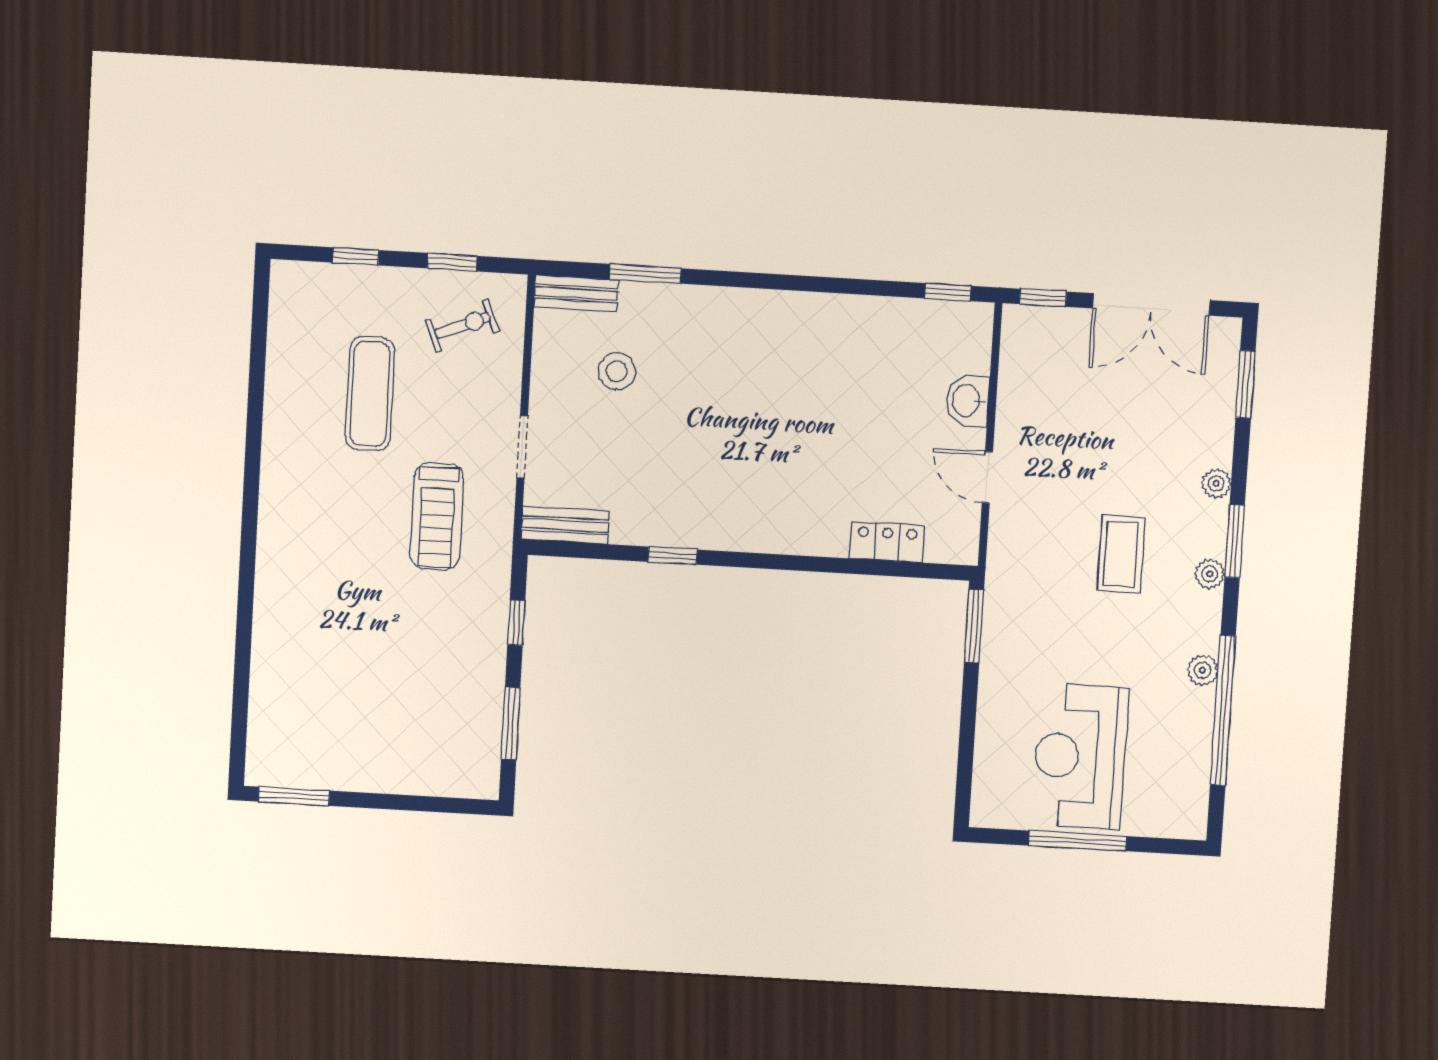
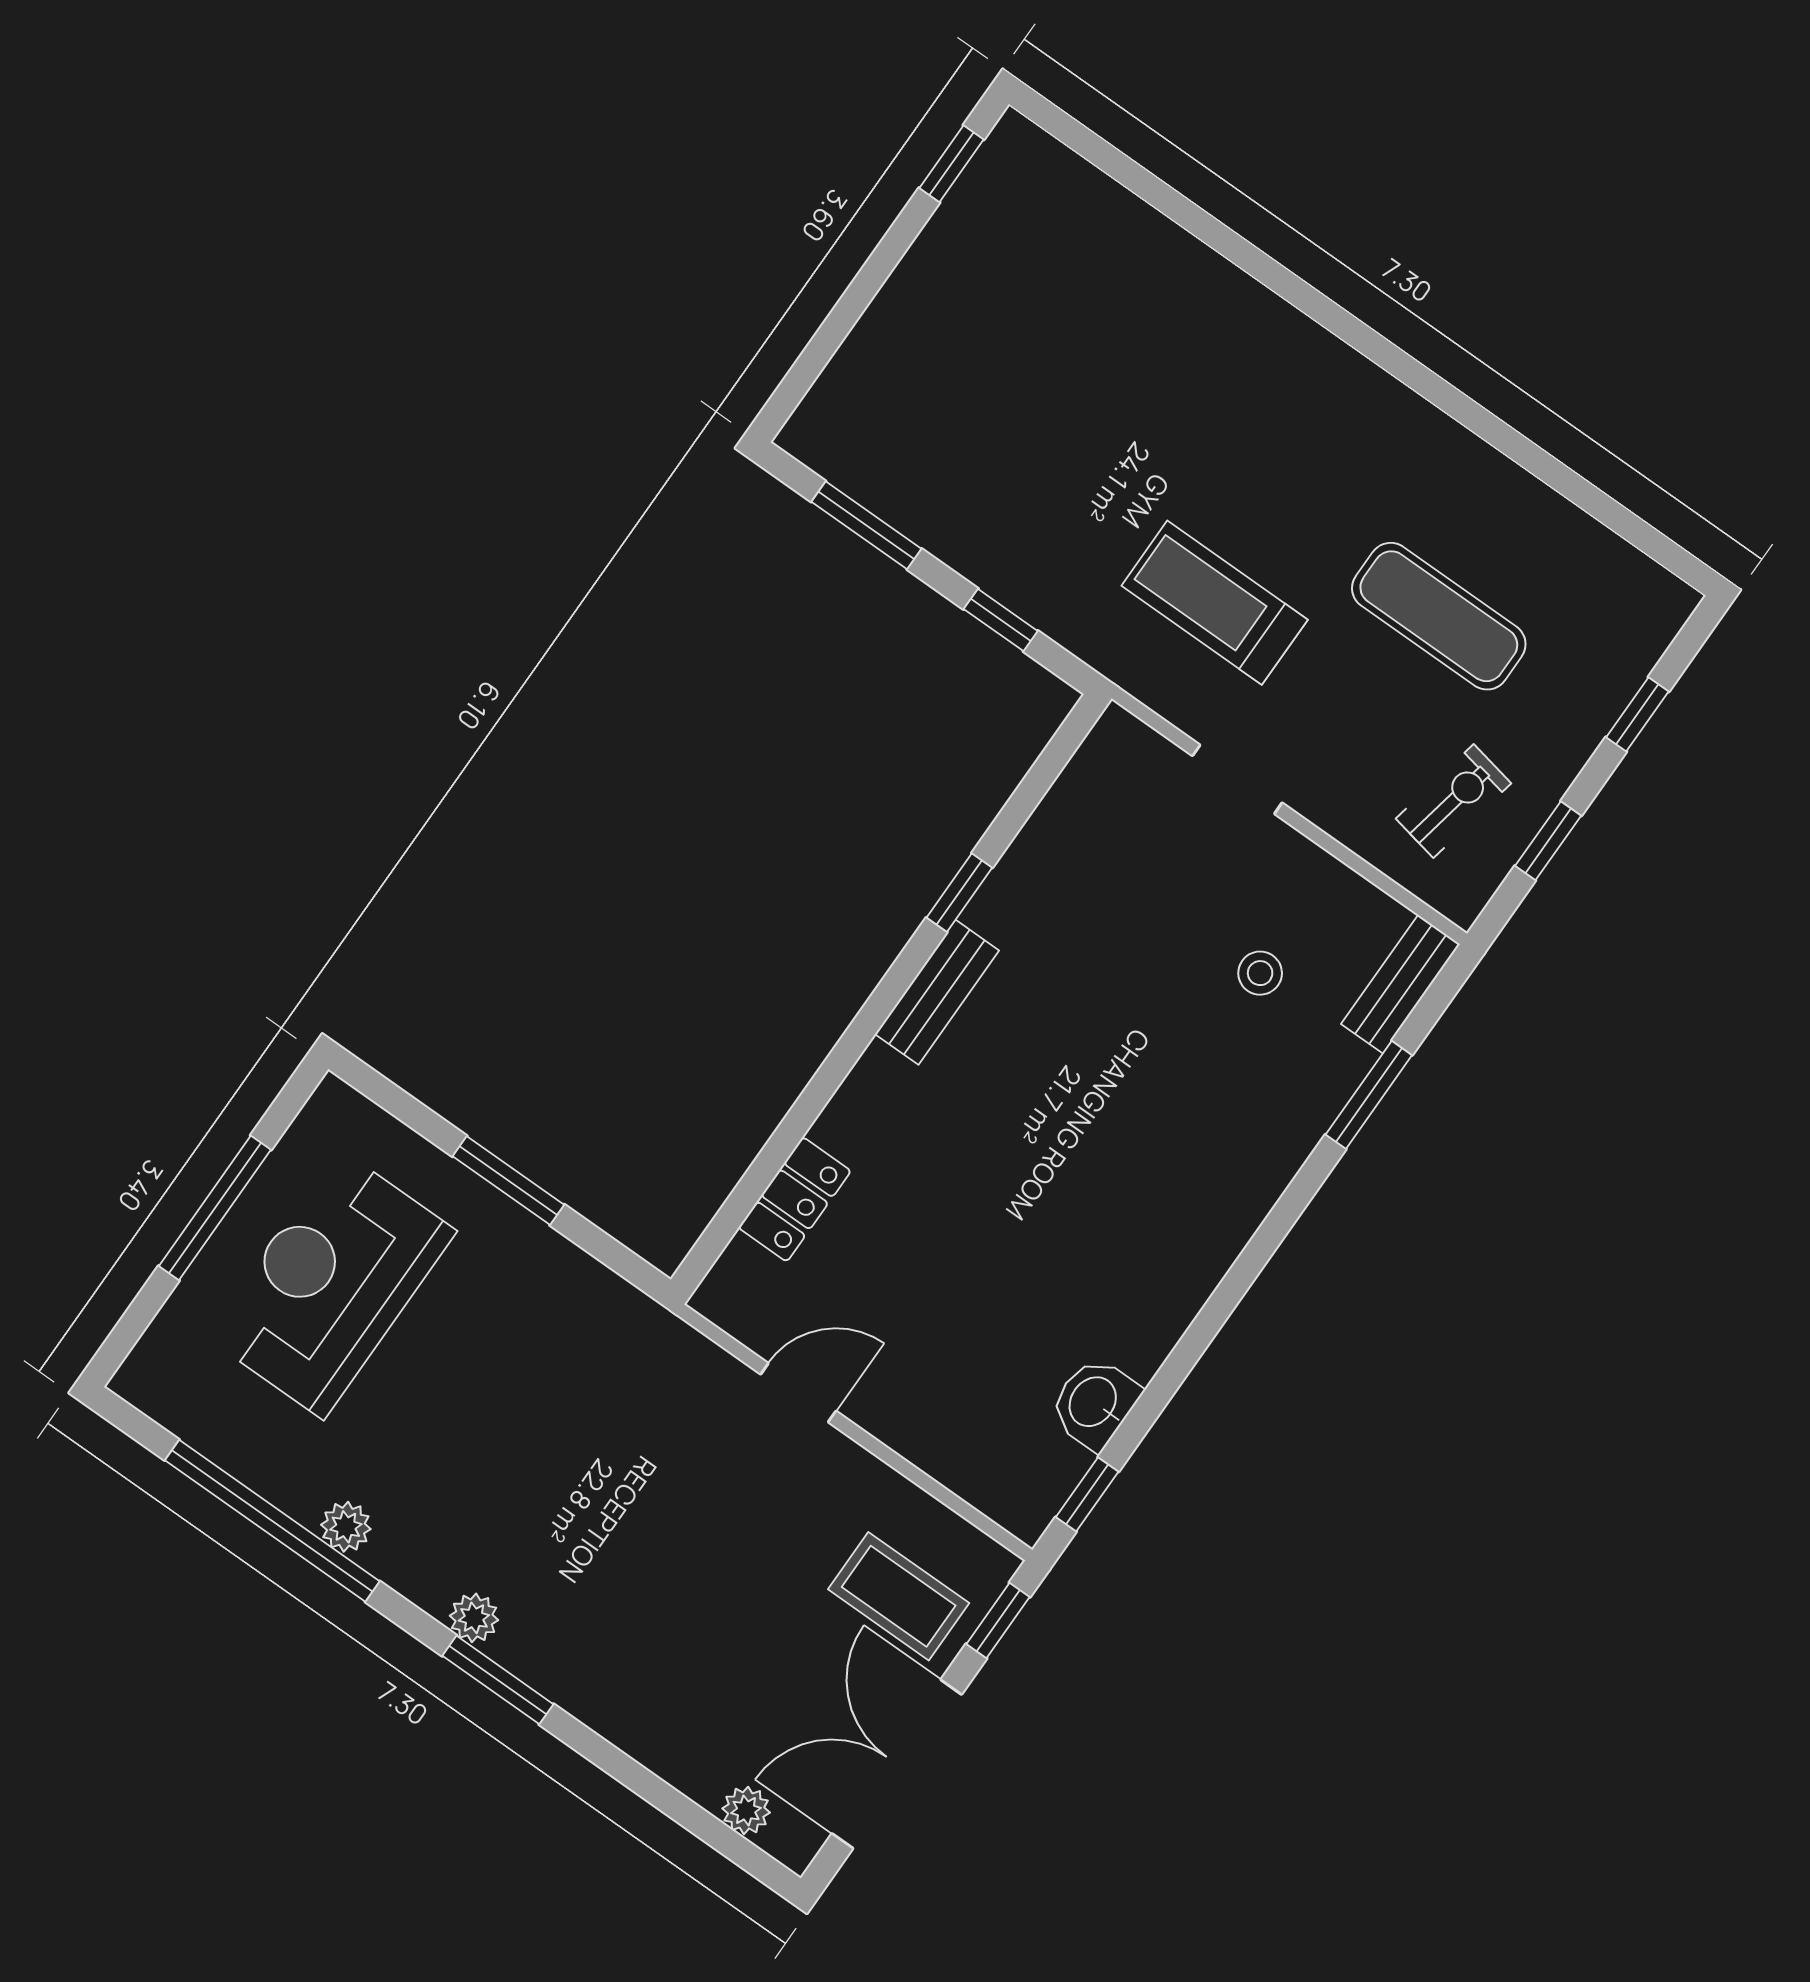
exercise bike: (462, 325) -> (1454, 801), turned -147
stool: (617, 371) -> (1260, 973), width x0.73, depth x0.73
window: (1246, 384) -> (706, 1827), removed
washbasin: (967, 401) -> (1094, 1403), moved, turned -90
plant: (1216, 483) -> (746, 1810), moved
bench: (565, 525) -> (937, 992), moved
coffee table: (1121, 554) -> (899, 1596), moved
window: (974, 626) -> (508, 1180), moved
reception desk: (1080, 756) -> (331, 1284), turned -90
window: (294, 796) -> (951, 164), width x0.67

